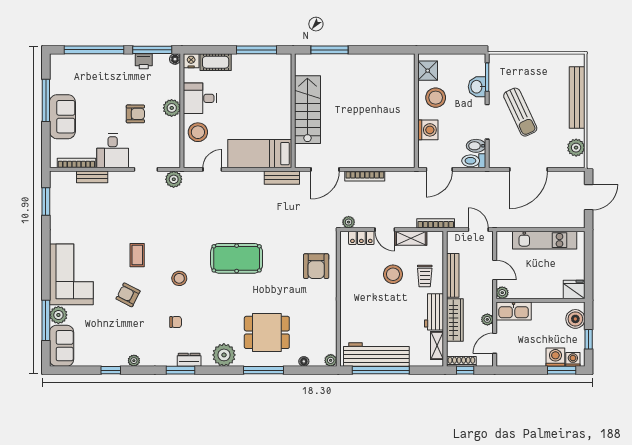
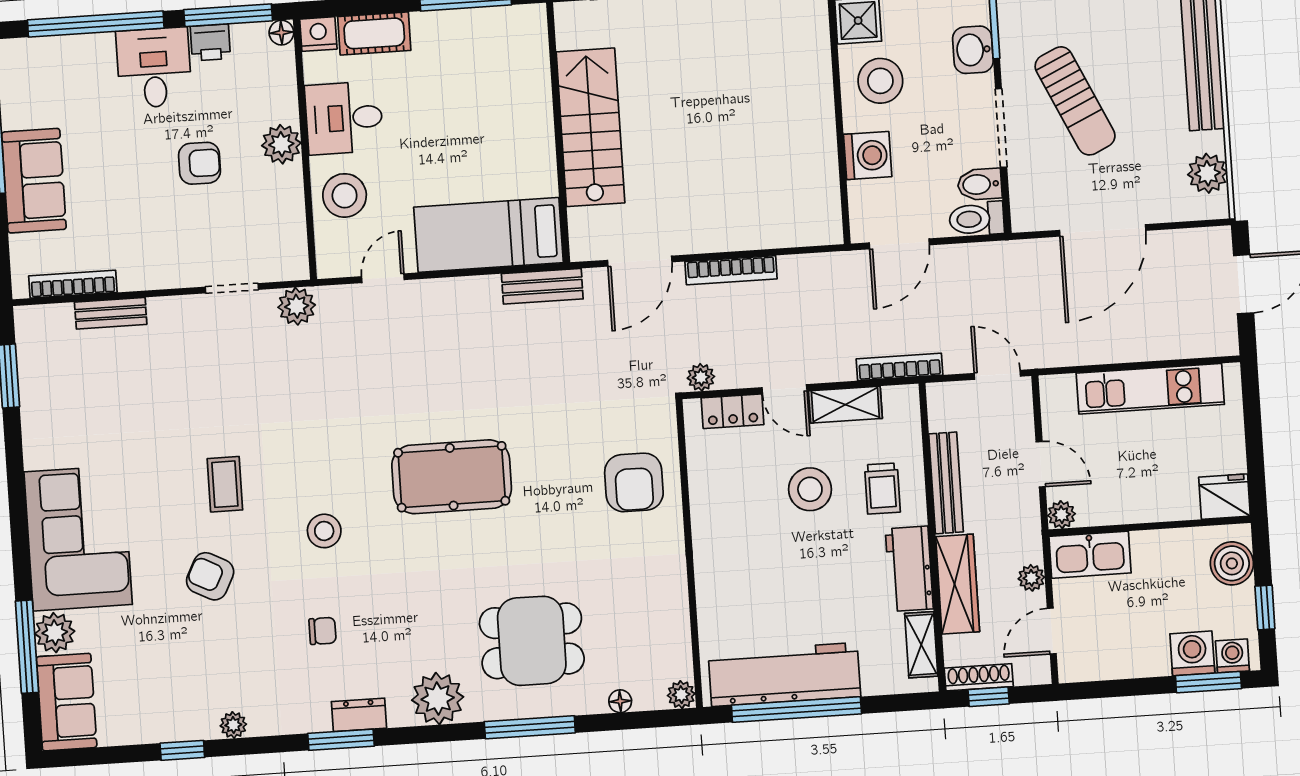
desk: (113, 151) -> (154, 68), moved, turned 180

